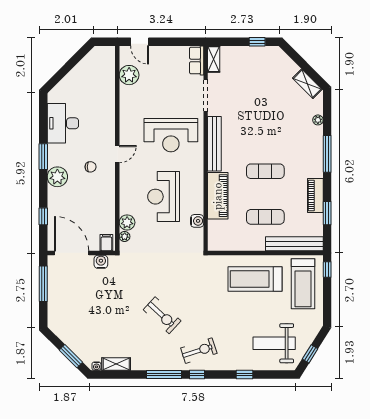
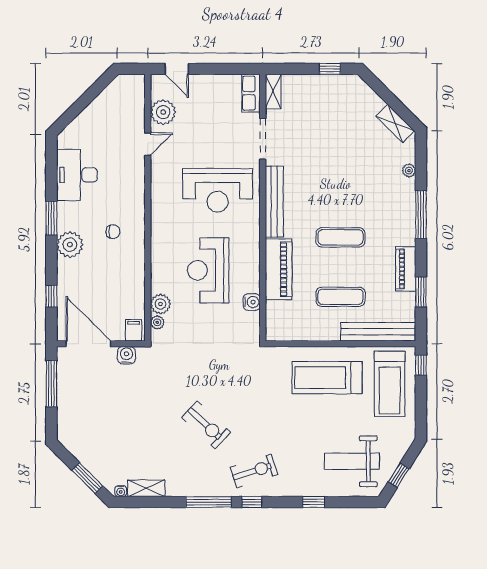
door: (117, 154) -> (148, 144), moved

